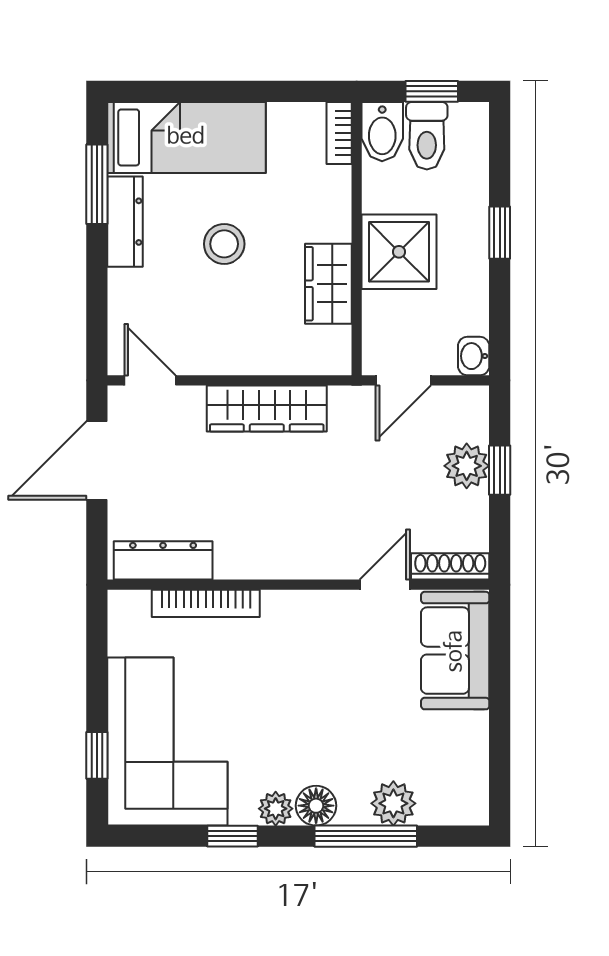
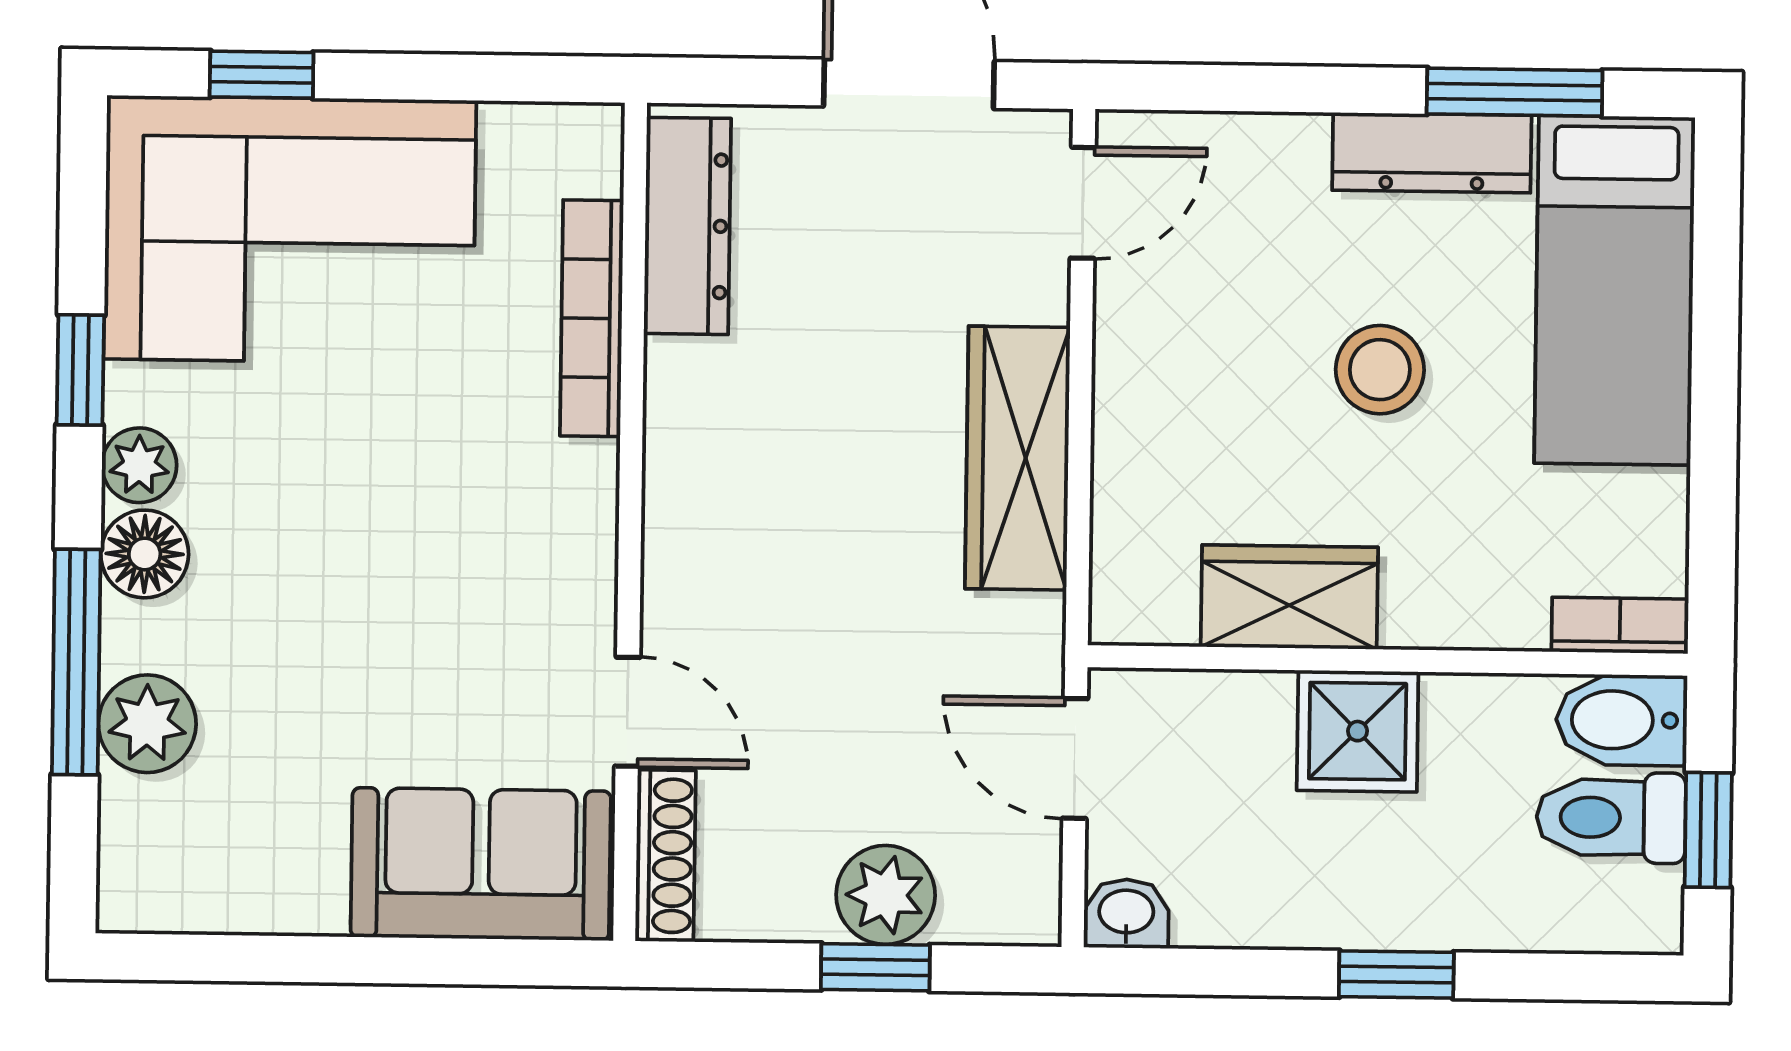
shower: (399, 252) -> (1358, 731), width x0.73, depth x0.73

